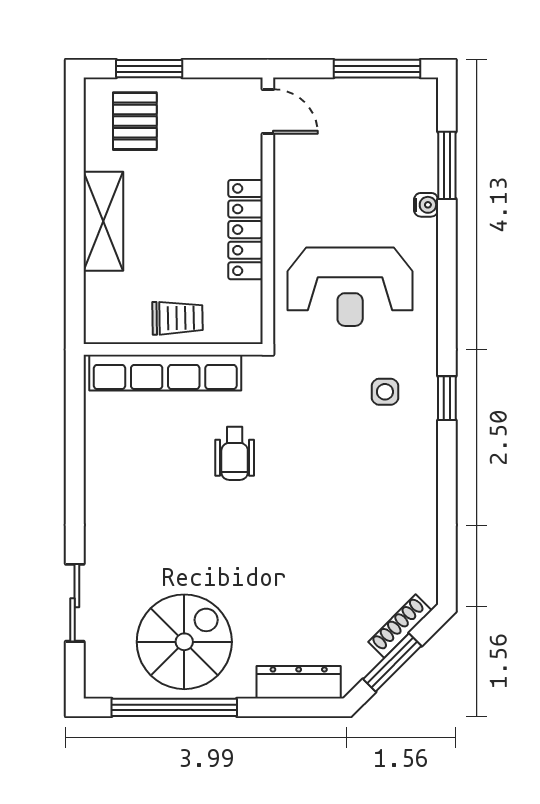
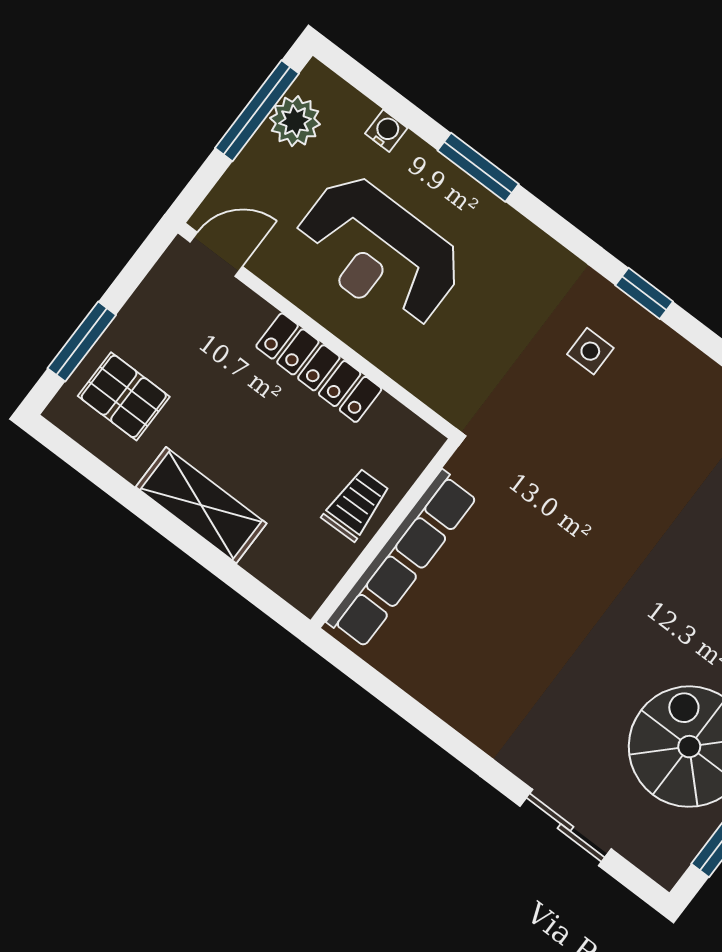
plant: (389, 97) -> (295, 121), added
window: (447, 165) -> (478, 167), moved
water cooler: (426, 205) -> (386, 131), moved
reception desk: (350, 287) -> (378, 252), moved, turned 90
wheelchair: (235, 453) -> (537, 551), removed

